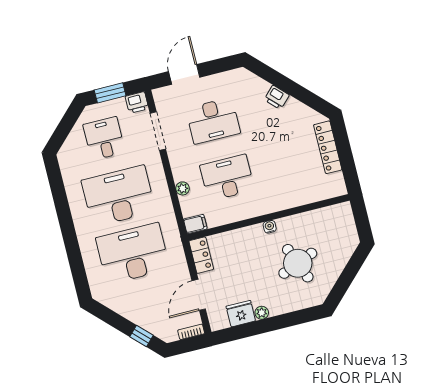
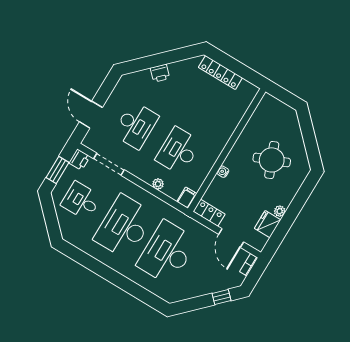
water cooler: (270, 227) -> (223, 172), moved

